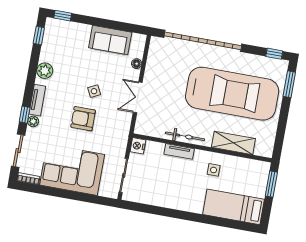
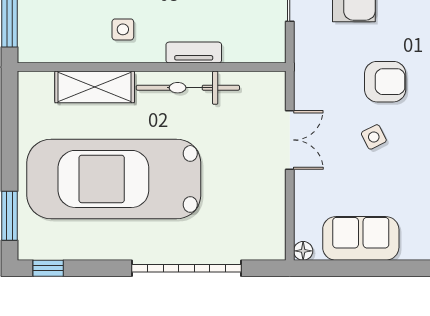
garage door: (203, 41) -> (186, 268), width x0.73
floor lamp: (137, 64) -> (303, 251), moved
bicycle: (185, 136) -> (188, 88), width x1.37, depth x1.40
nightstand: (138, 146) -> (273, 49), removed

